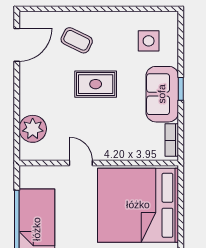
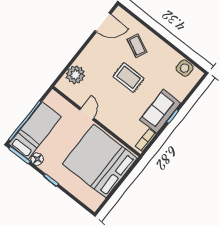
side table: (149, 41) -> (185, 68), moved

